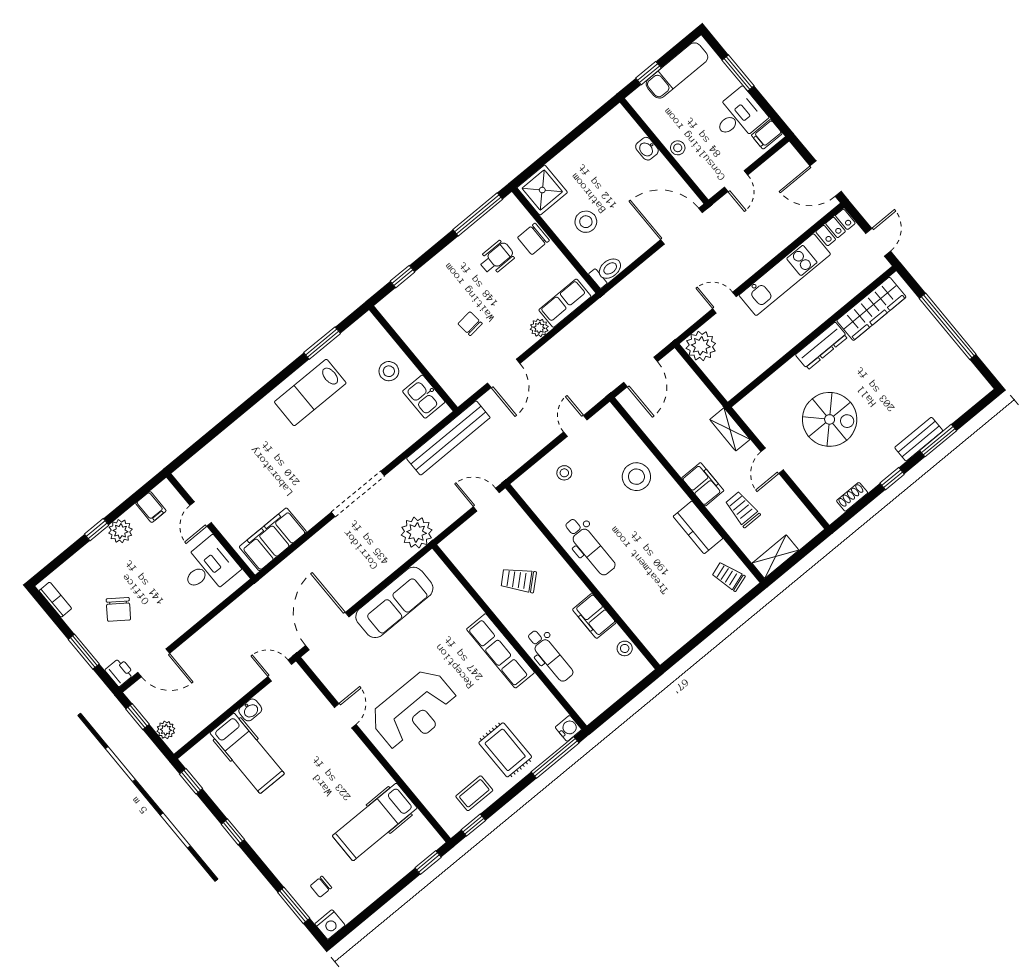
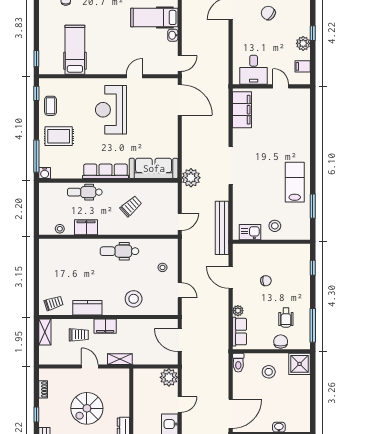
sofa: (394, 602) -> (154, 168), moved, turned 90
door: (345, 716) -> (134, 76), swing flipped

